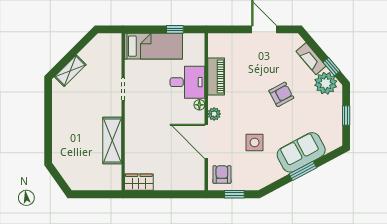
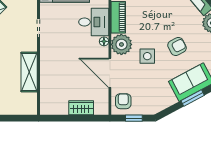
armchair: (281, 94) -> (177, 47), moved
plant: (214, 114) -> (121, 44), width x1.87, depth x1.87
side table: (255, 142) -> (147, 56), moved
wardrobe: (139, 182) -> (81, 108), moved

